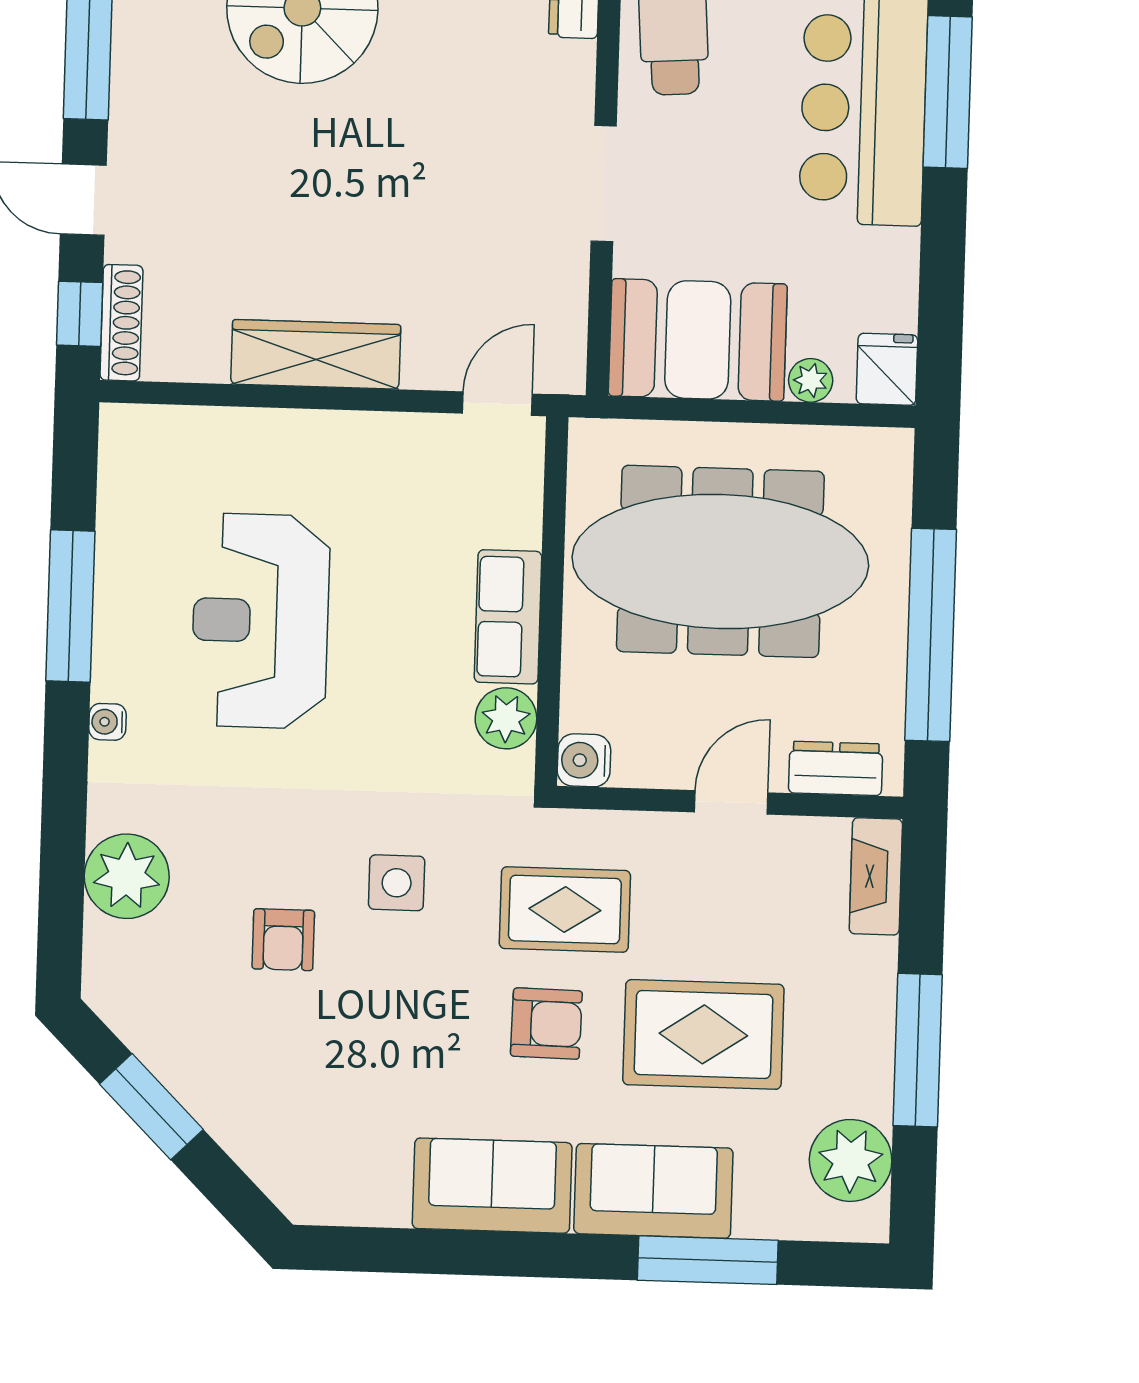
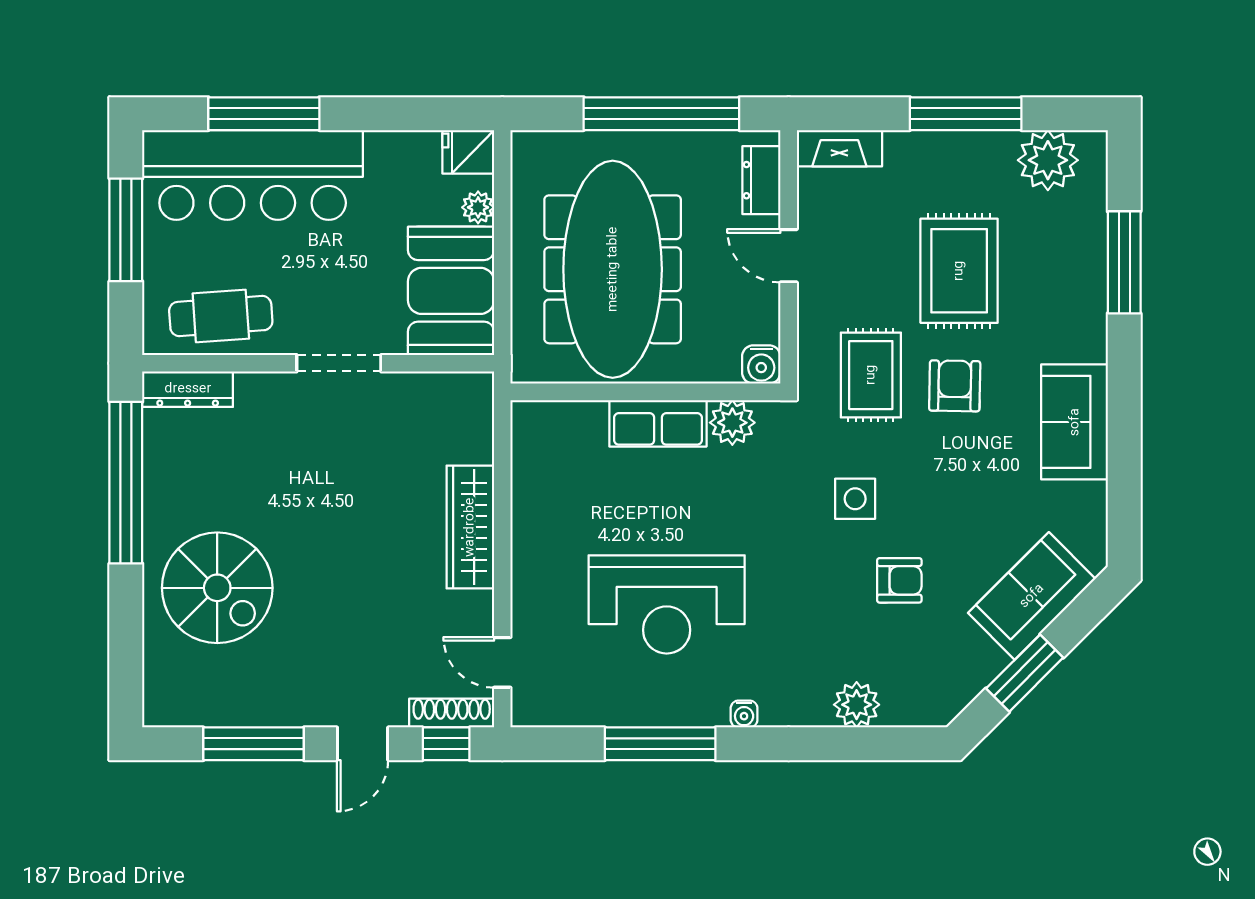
wardrobe: (316, 354) -> (470, 527), moved
door: (497, 404) -> (502, 662), moved
plant: (127, 876) -> (857, 705), width x0.73, depth x0.73
sofa: (653, 1191) -> (1032, 596), moved, turned 45

